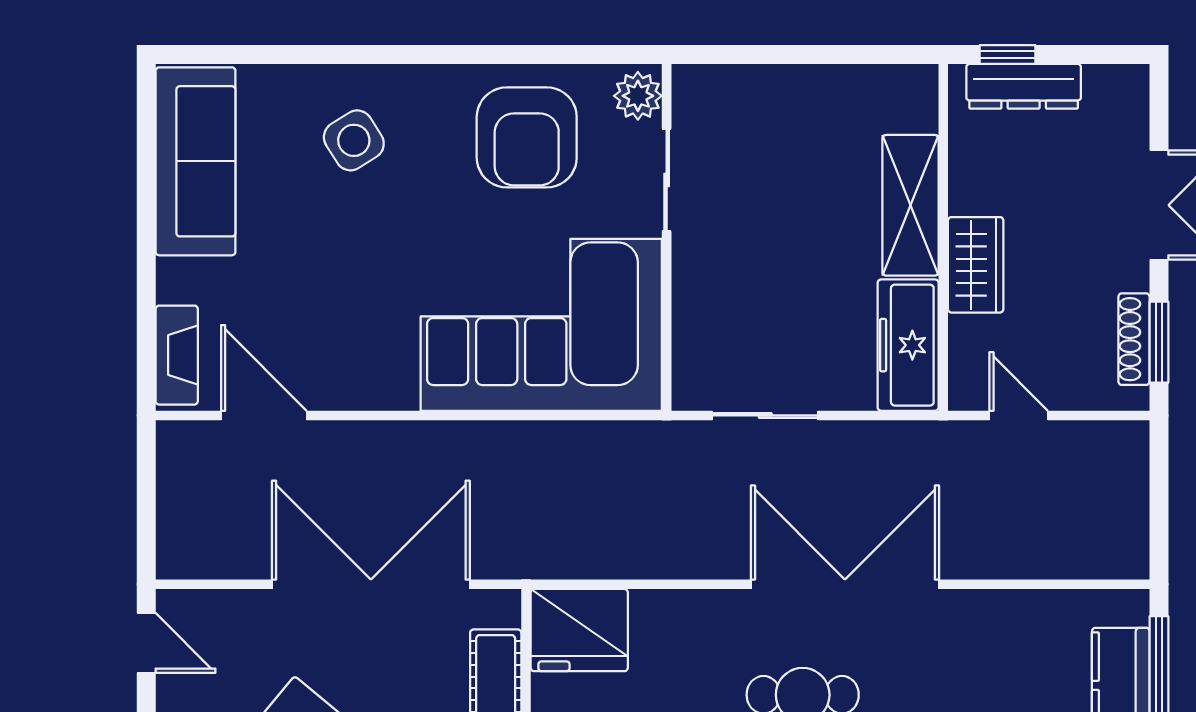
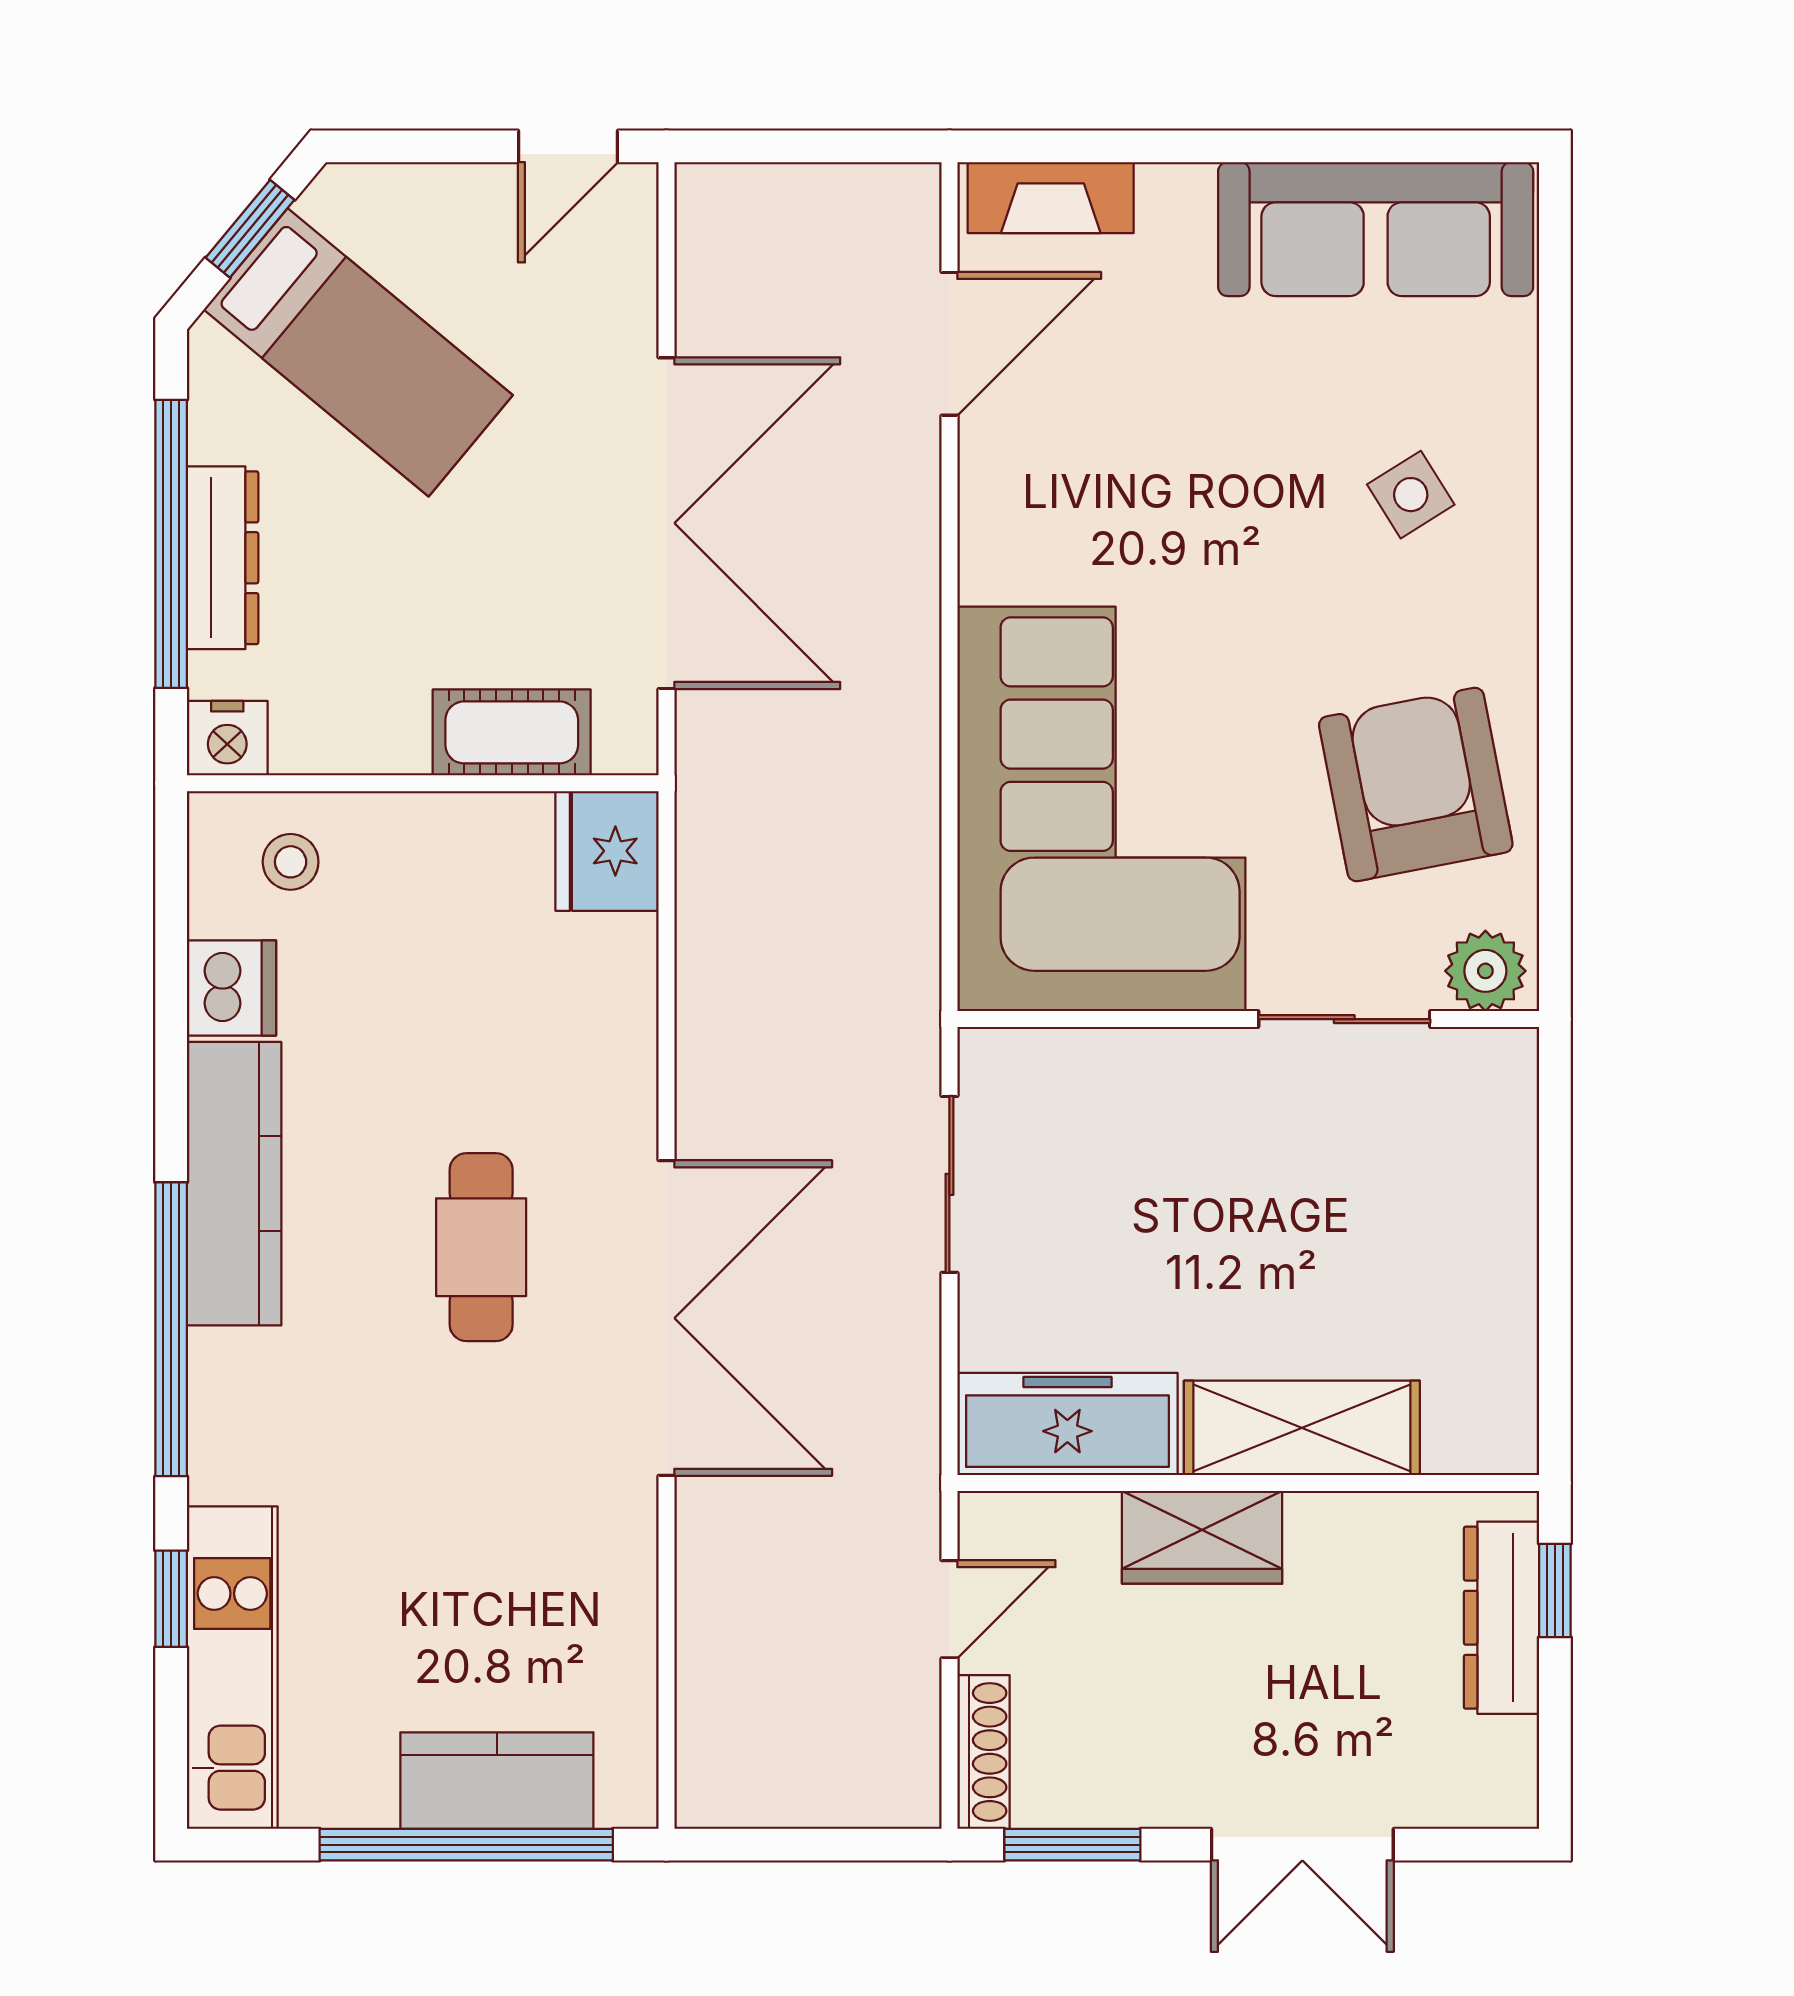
armchair: (527, 137) -> (1416, 785), turned 79
side table: (354, 140) -> (1411, 495), width x0.73, depth x0.73
shoe rack: (1134, 339) -> (983, 1752), moved, turned 90
fridge: (579, 630) -> (607, 851), width x0.73, depth x0.75

